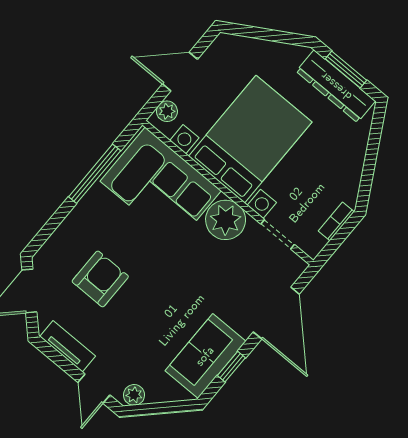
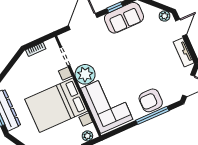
window: (95, 174) -> (152, 115), moved
armchair: (100, 279) -> (151, 100), moved

